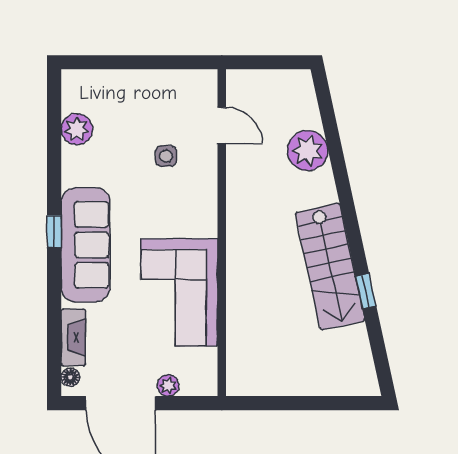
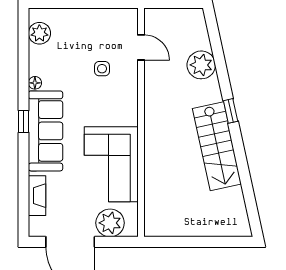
plant: (77, 129) -> (39, 33), moved
window: (366, 291) -> (231, 111), moved
floor lamp: (70, 377) -> (35, 83), moved
plant: (168, 386) -> (110, 223), width x1.88, depth x1.88

